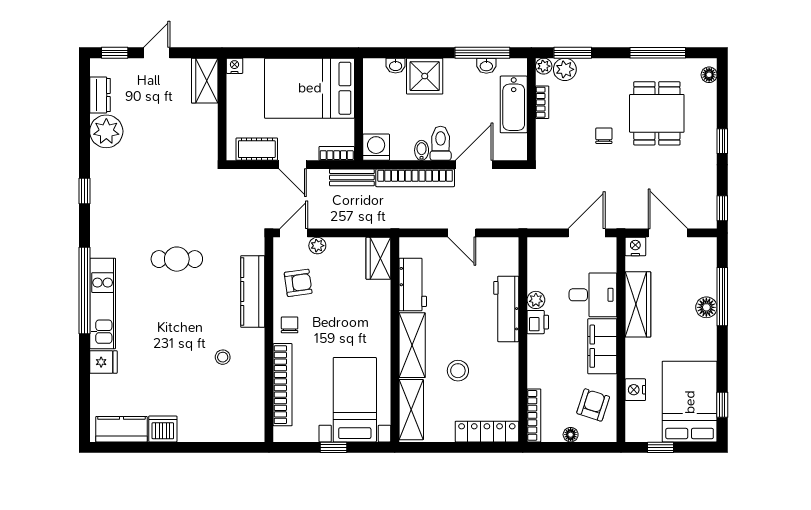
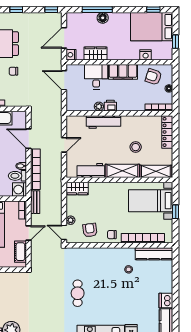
toilet: (441, 143) -> (17, 176), moved
kitchen counter: (253, 291) -> (154, 254), moved
wardrobe: (638, 304) -> (96, 53), width x0.67

